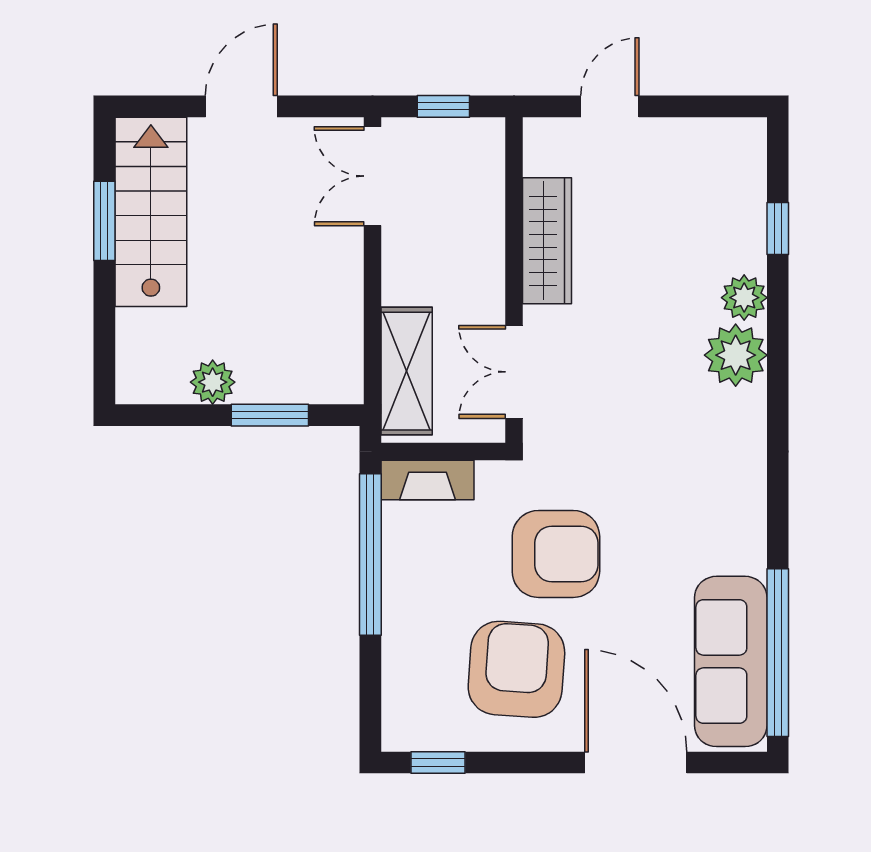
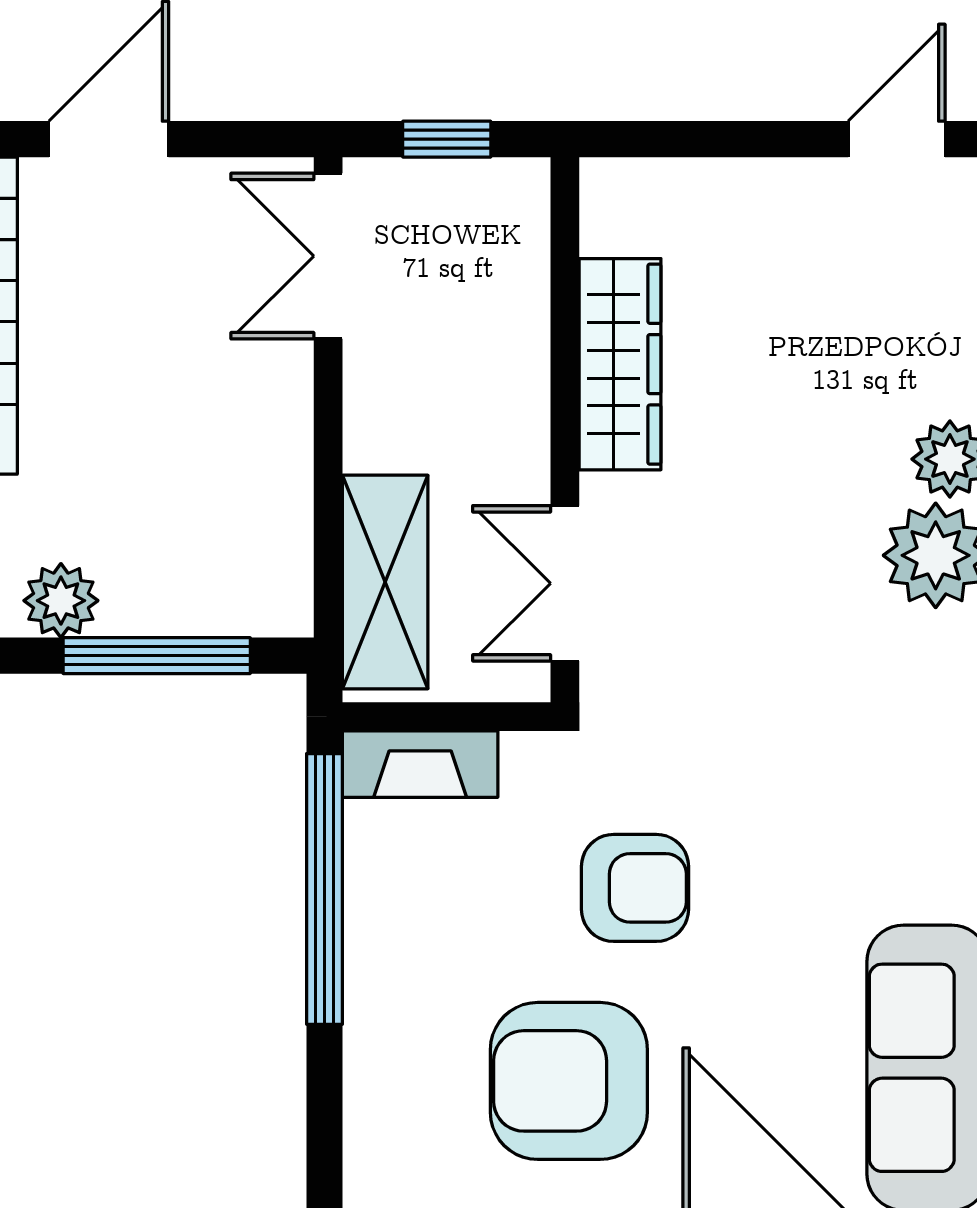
door: (610, 106) -> (897, 139), moved
window: (270, 415) -> (157, 656), width x1.44
armchair: (556, 554) -> (635, 888), width x0.73, depth x0.73
armchair: (516, 669) -> (569, 1081), turned -94

